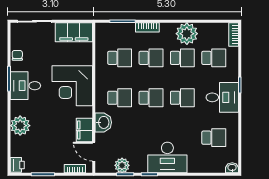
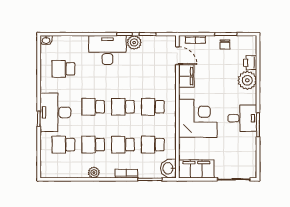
plant: (187, 34) -> (94, 173), width x0.53, depth x0.53
bookcase: (234, 35) -> (45, 167), removed
chair: (17, 55) -> (225, 45), moved
desk: (222, 97) -> (55, 112), width x1.37
washbasin: (103, 122) -> (168, 168), moved
printer: (17, 165) -> (250, 63), moved
plant: (122, 165) -> (134, 42), moved

